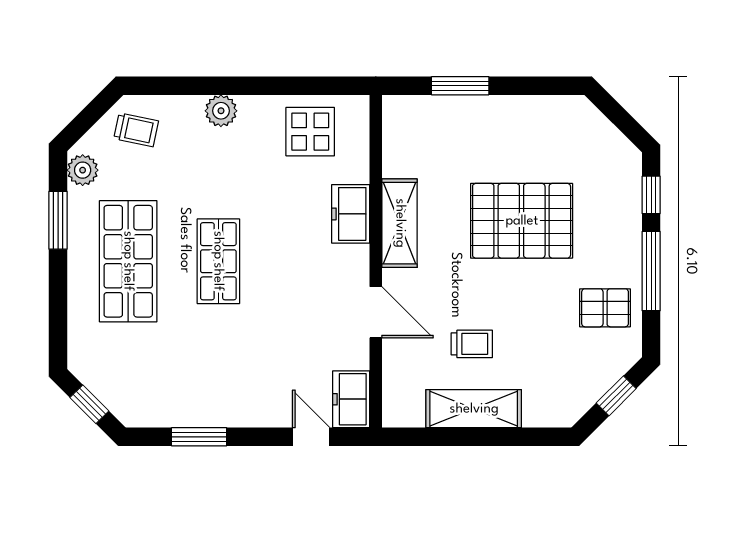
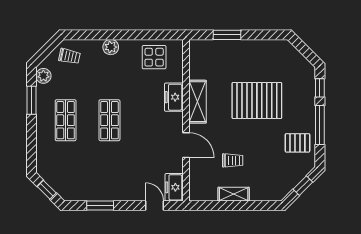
shop shelf: (128, 261) -> (66, 120), width x0.70, depth x0.74
shelving: (474, 409) -> (234, 194), width x0.67, depth x0.75

